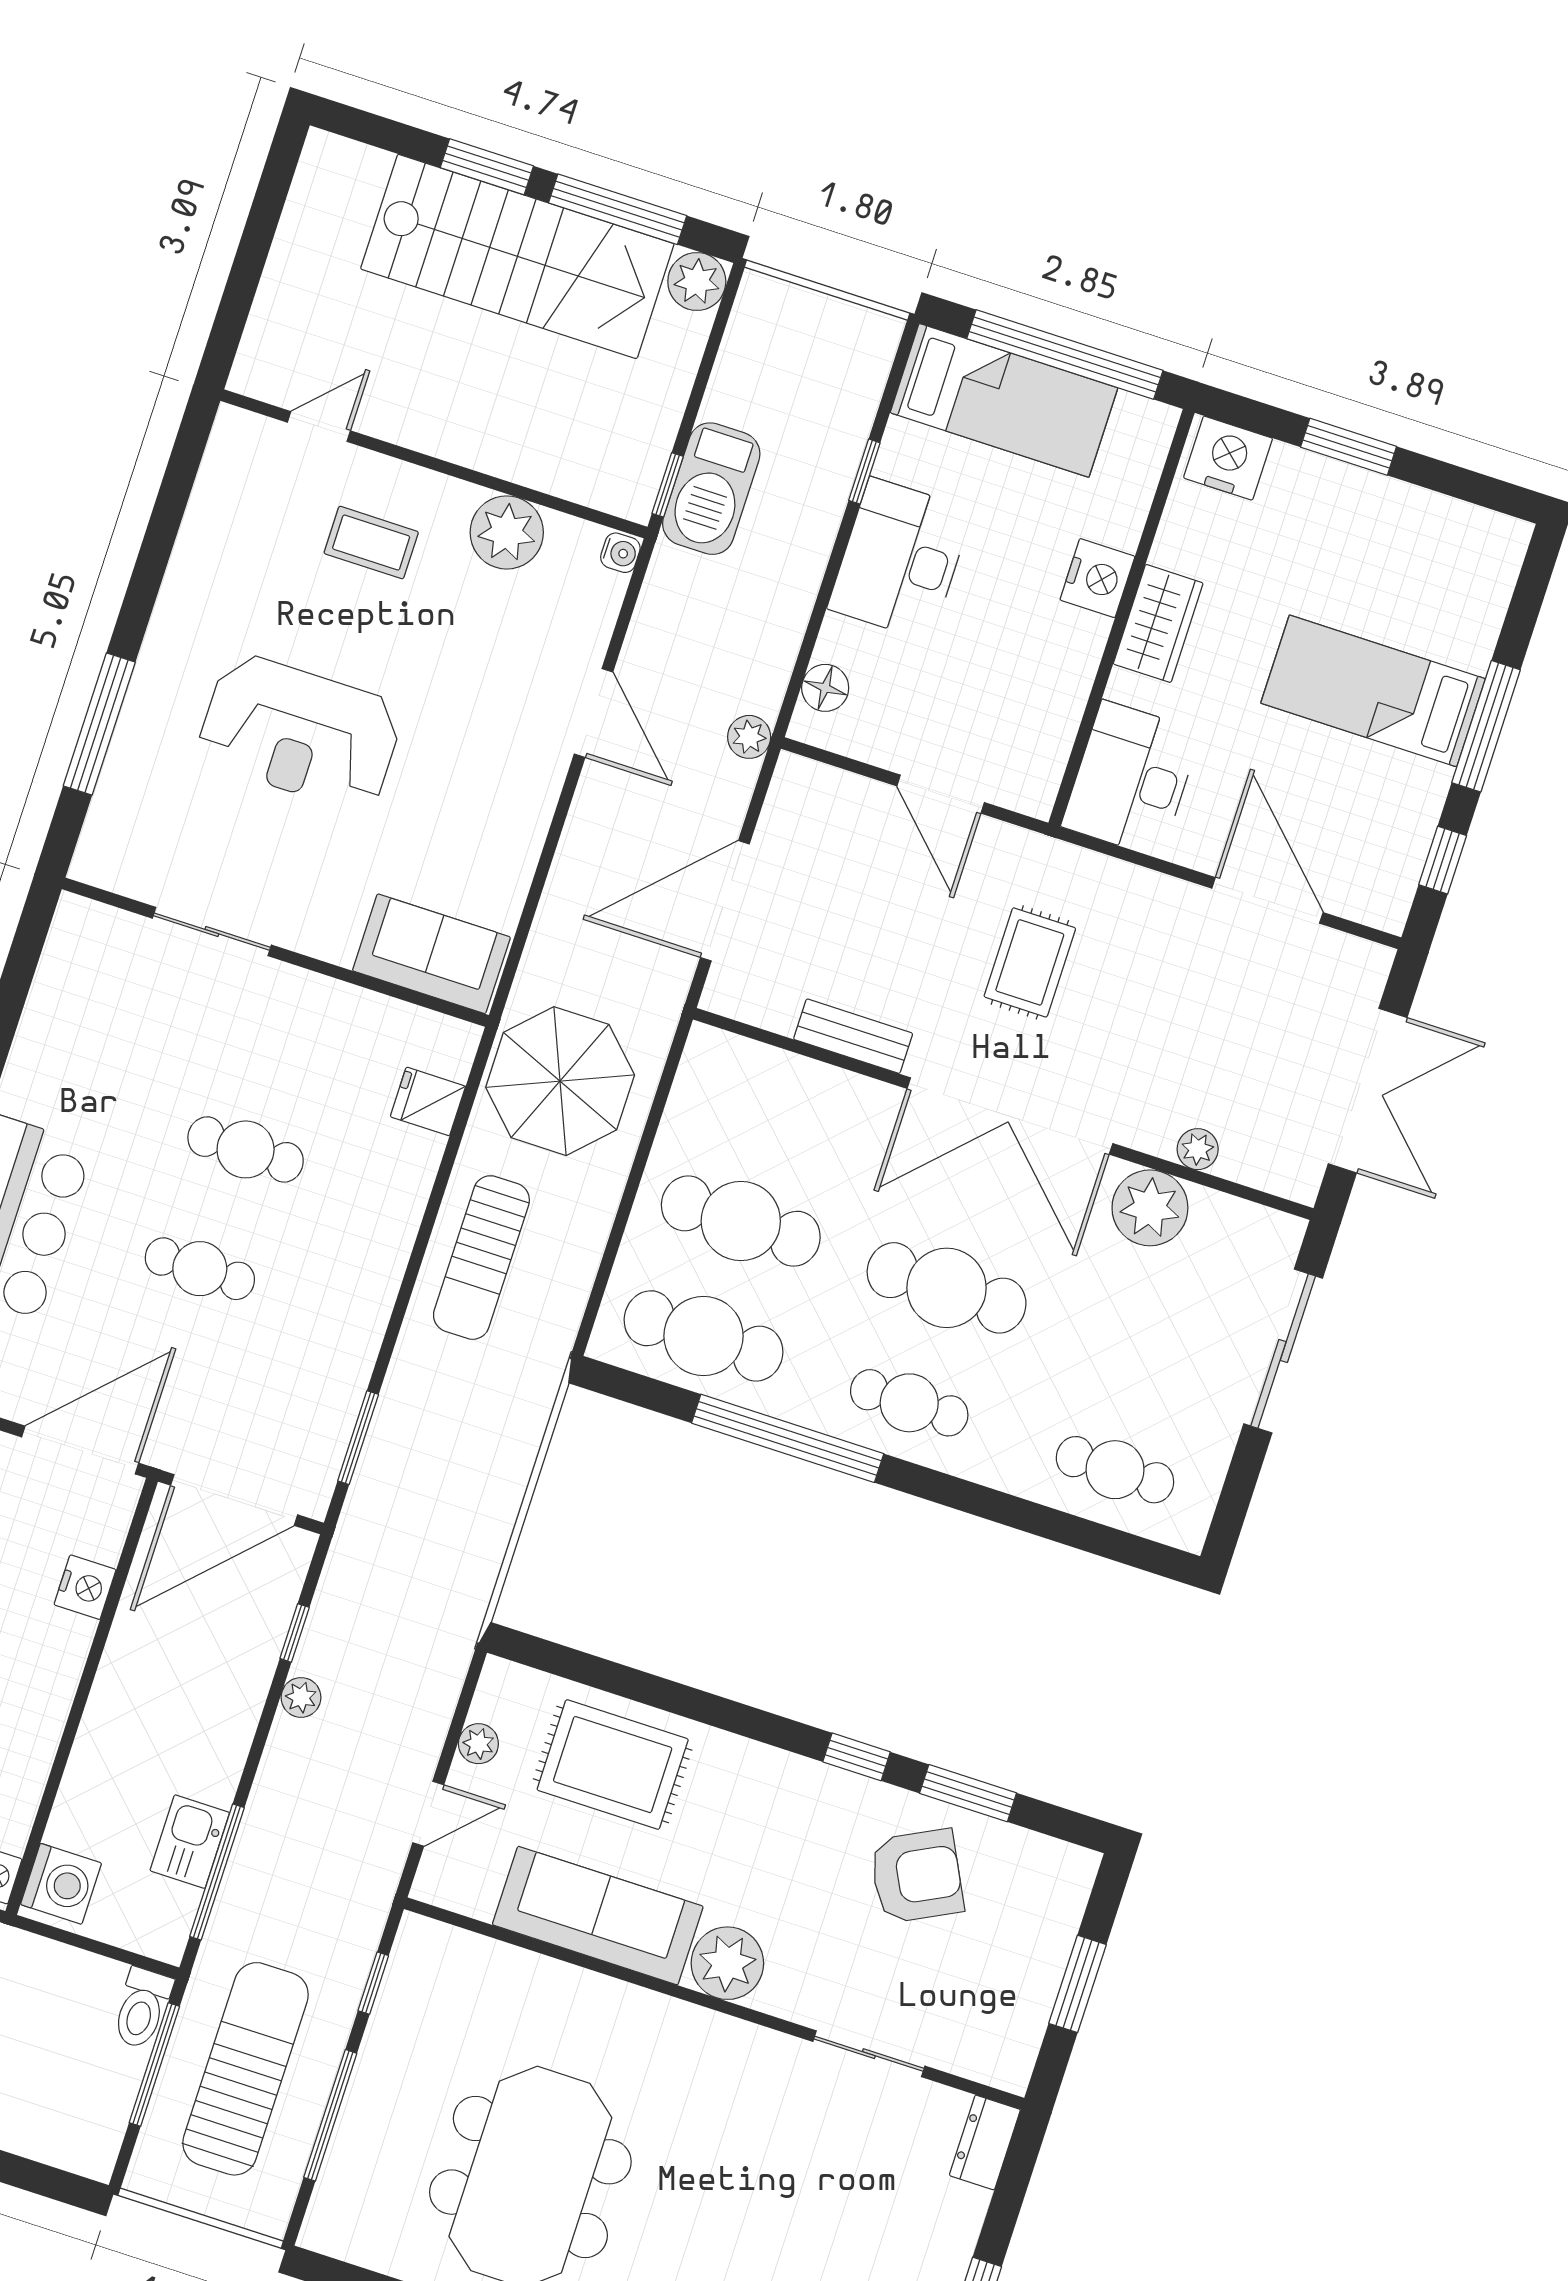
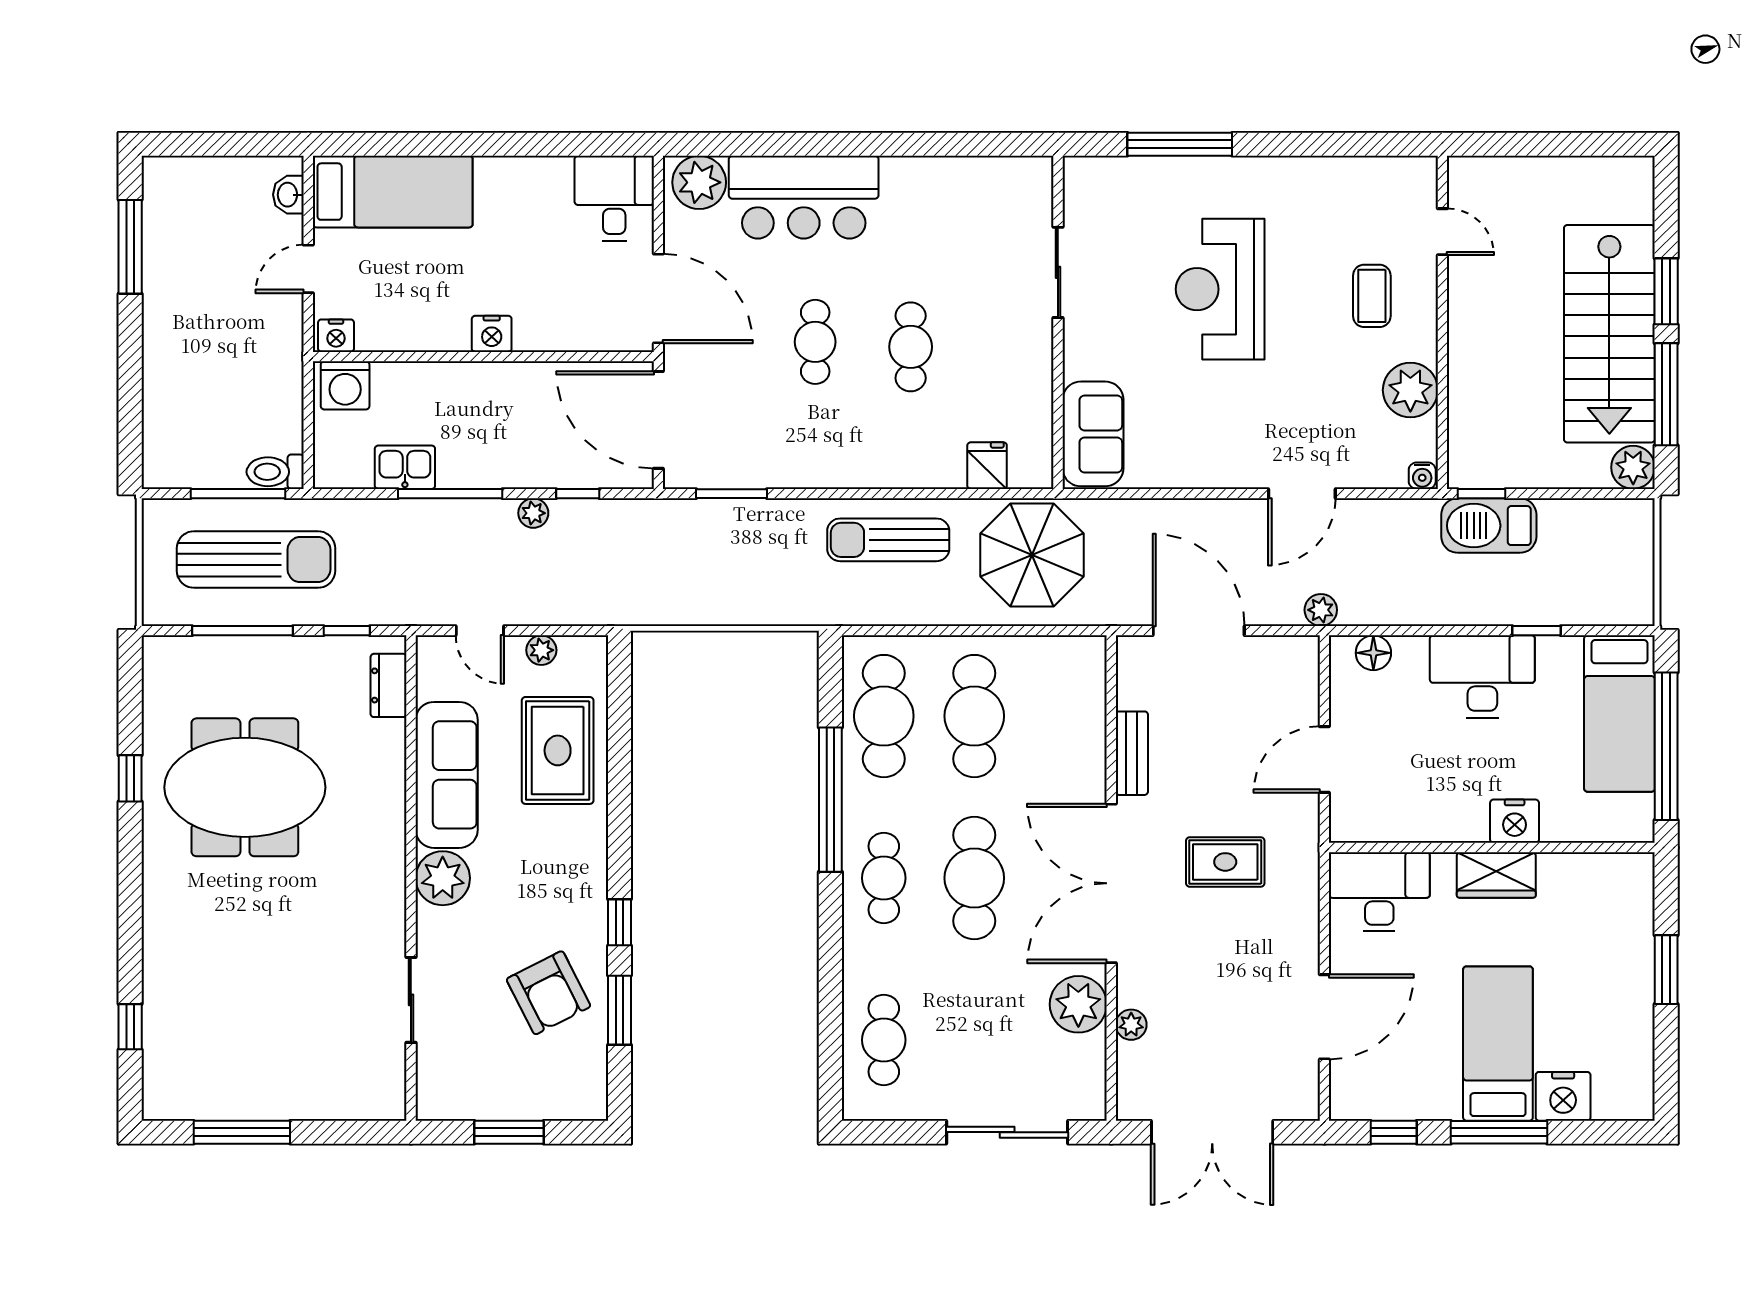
nightstand: (1228, 458) -> (1563, 1096), moved, turned 90
nightstand: (85, 1587) -> (492, 334), moved
window: (217, 1872) -> (450, 494), moved
dresser: (985, 2142) -> (389, 685), moved, turned -90

